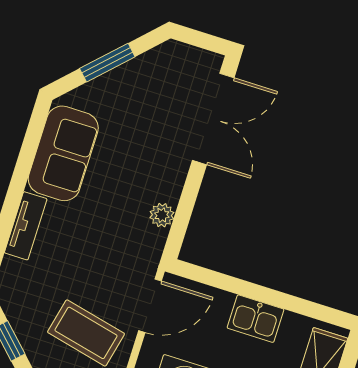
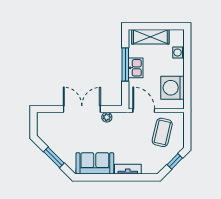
double door: (213, 119) -> (82, 109), moved
window: (271, 297) -> (125, 64), added

